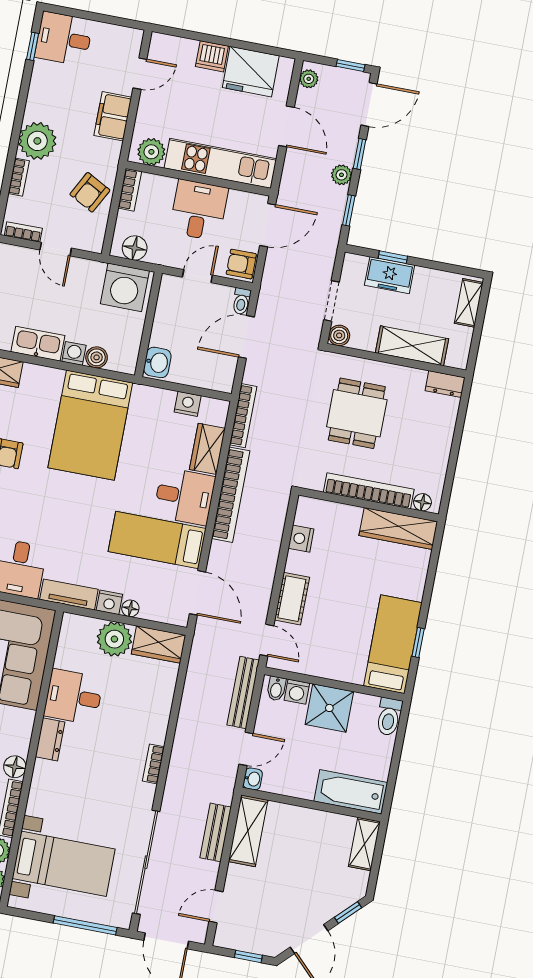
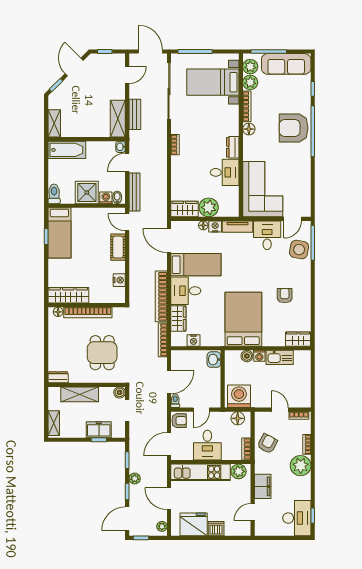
desk: (64, 39) -> (297, 518), width x1.37

